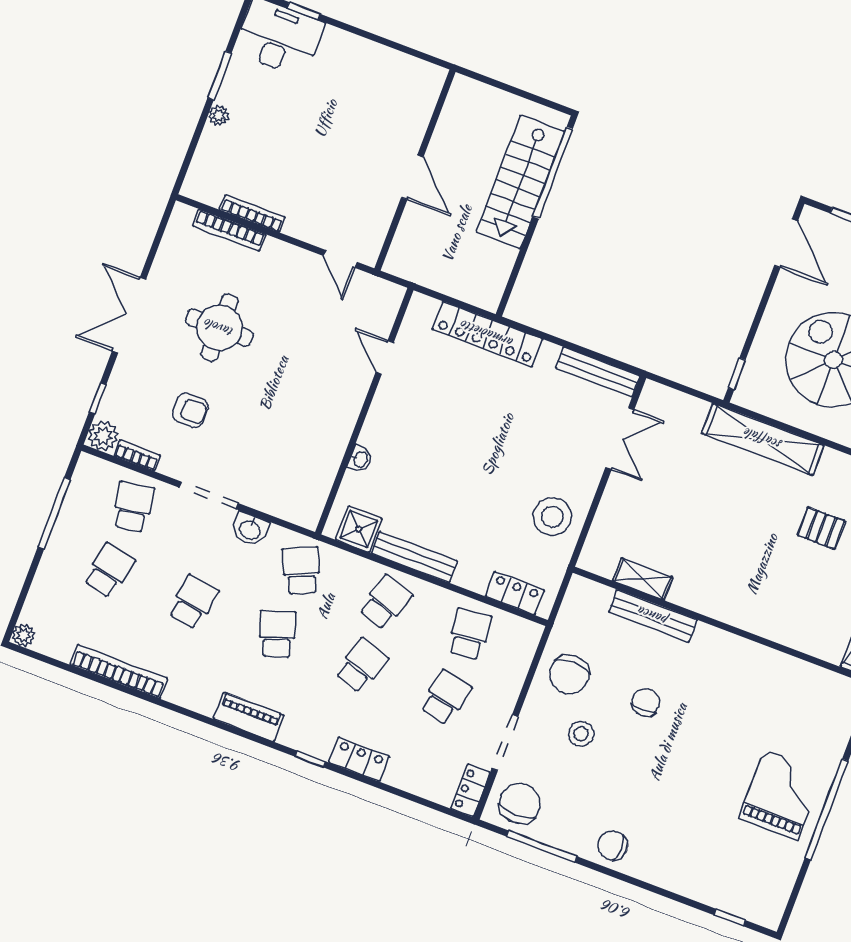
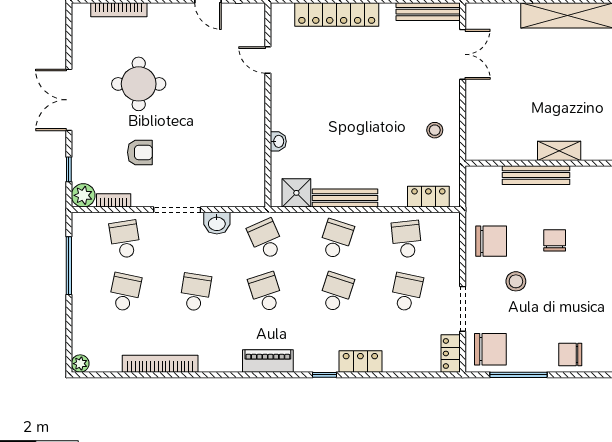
stool: (552, 517) -> (435, 130), width x0.53, depth x0.53
shelving: (643, 579) -> (559, 151), moved
chair: (569, 674) -> (491, 241), turned -90
chair: (520, 803) -> (490, 349), turned 90

